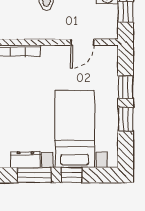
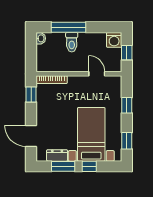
door: (82, 42) -> (97, 74), swing flipped
window: (126, 119) -> (127, 141), moved

